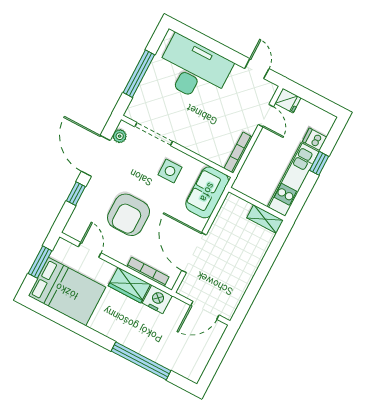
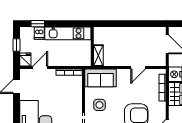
window: (315, 99) -> (16, 45), added
window: (319, 163) -> (38, 24), moved
shelving: (265, 219) -> (98, 56), moved
door: (194, 253) -> (138, 67), width x0.53

